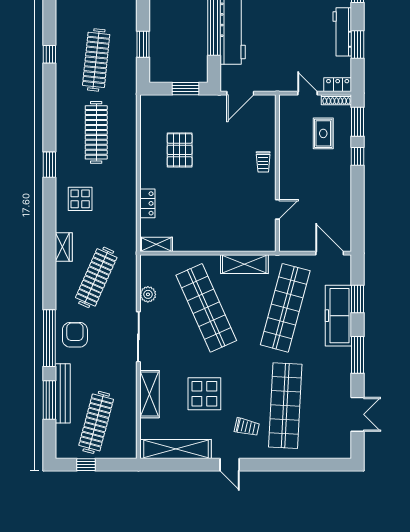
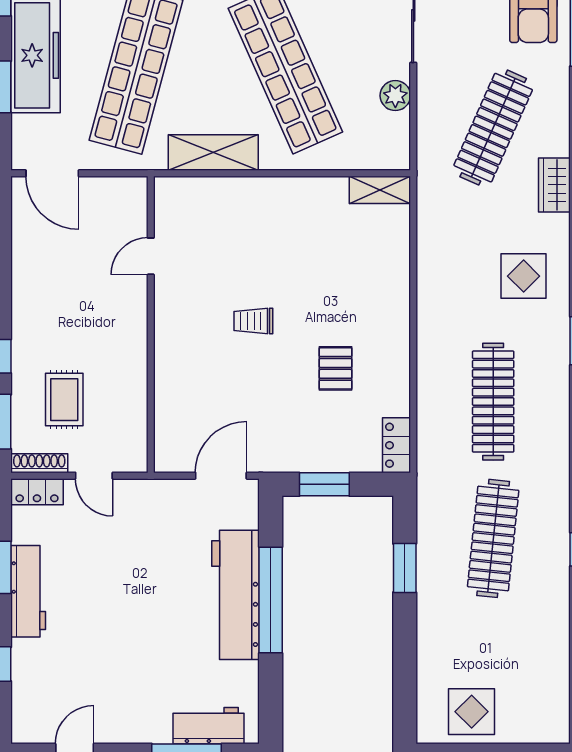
pallet: (180, 150) -> (336, 368), width x0.67, depth x0.71
trolley: (263, 162) -> (253, 321), moved, turned -90
locker: (147, 203) -> (396, 445), moved

